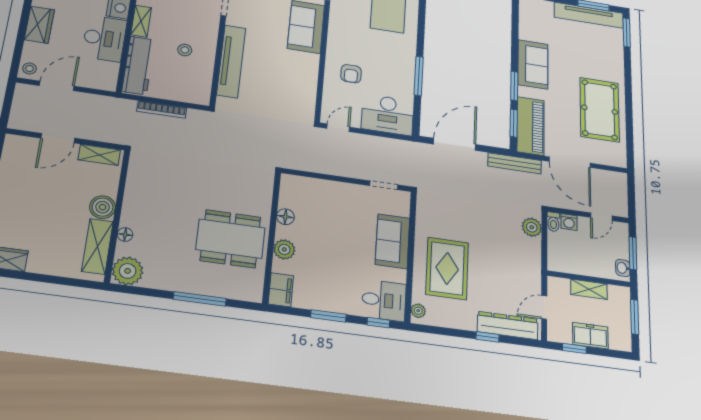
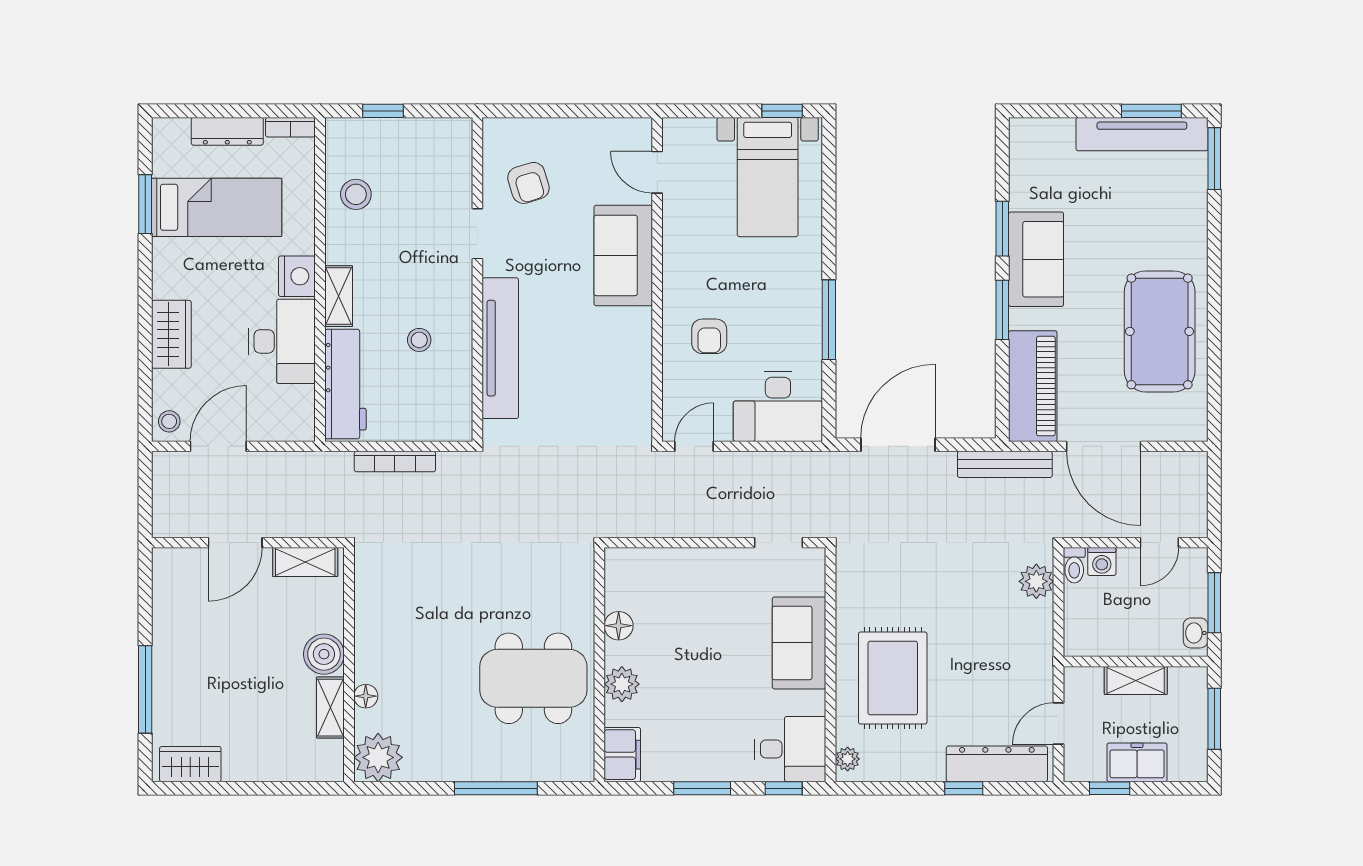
window: (514, 123) -> (1002, 229), moved
shelving: (97, 246) -> (330, 708), width x0.67, depth x0.75

